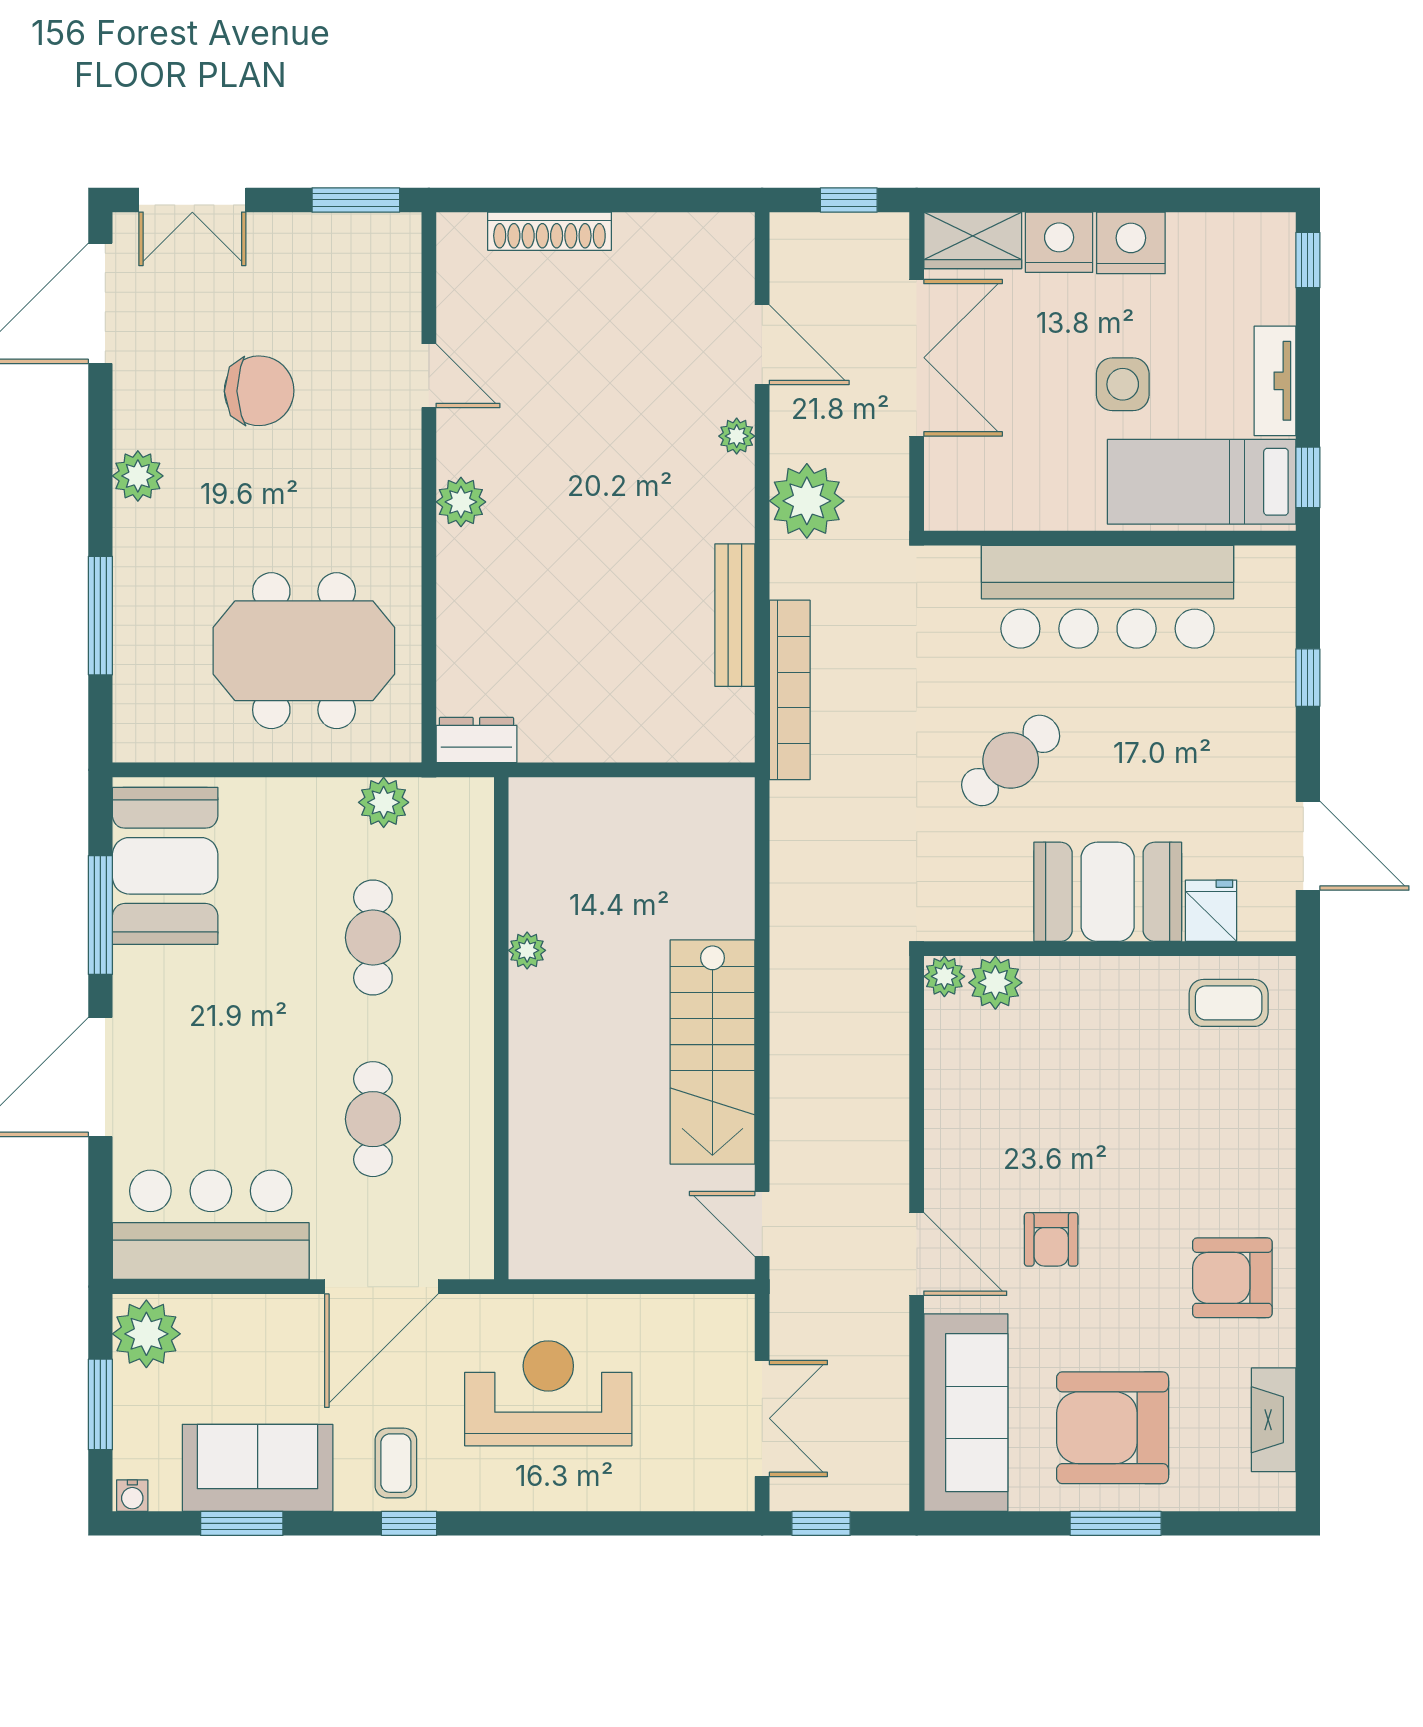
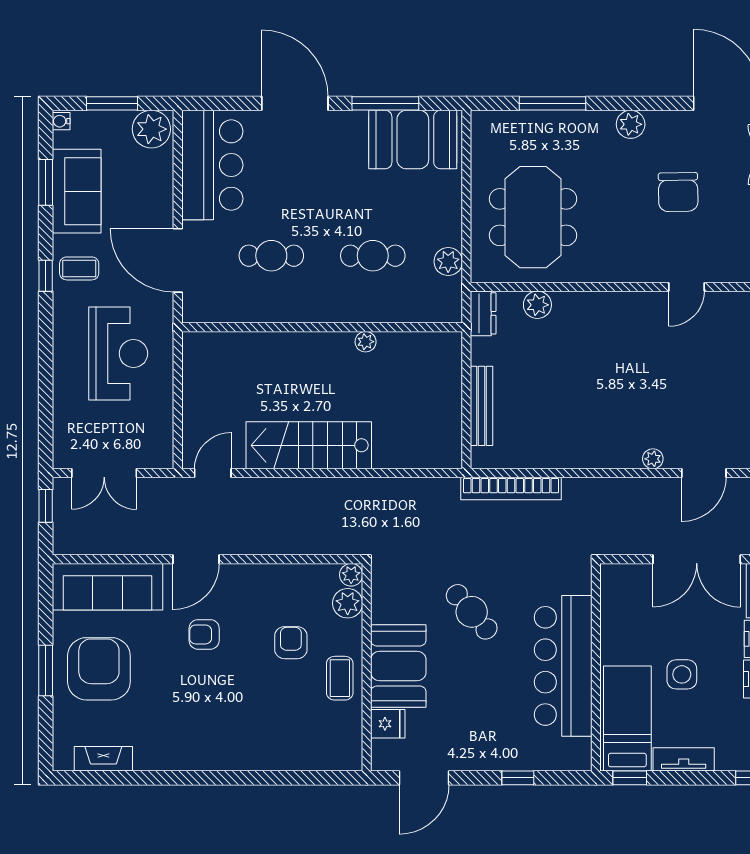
plant: (807, 501) -> (617, 498), removed
plant: (461, 502) -> (537, 305), moved
bench: (735, 615) -> (482, 406), moved, turned 90
coffee table: (1229, 1003) -> (340, 678), moved
armchair: (1232, 1278) -> (291, 643), moved, width x0.72, depth x0.72

